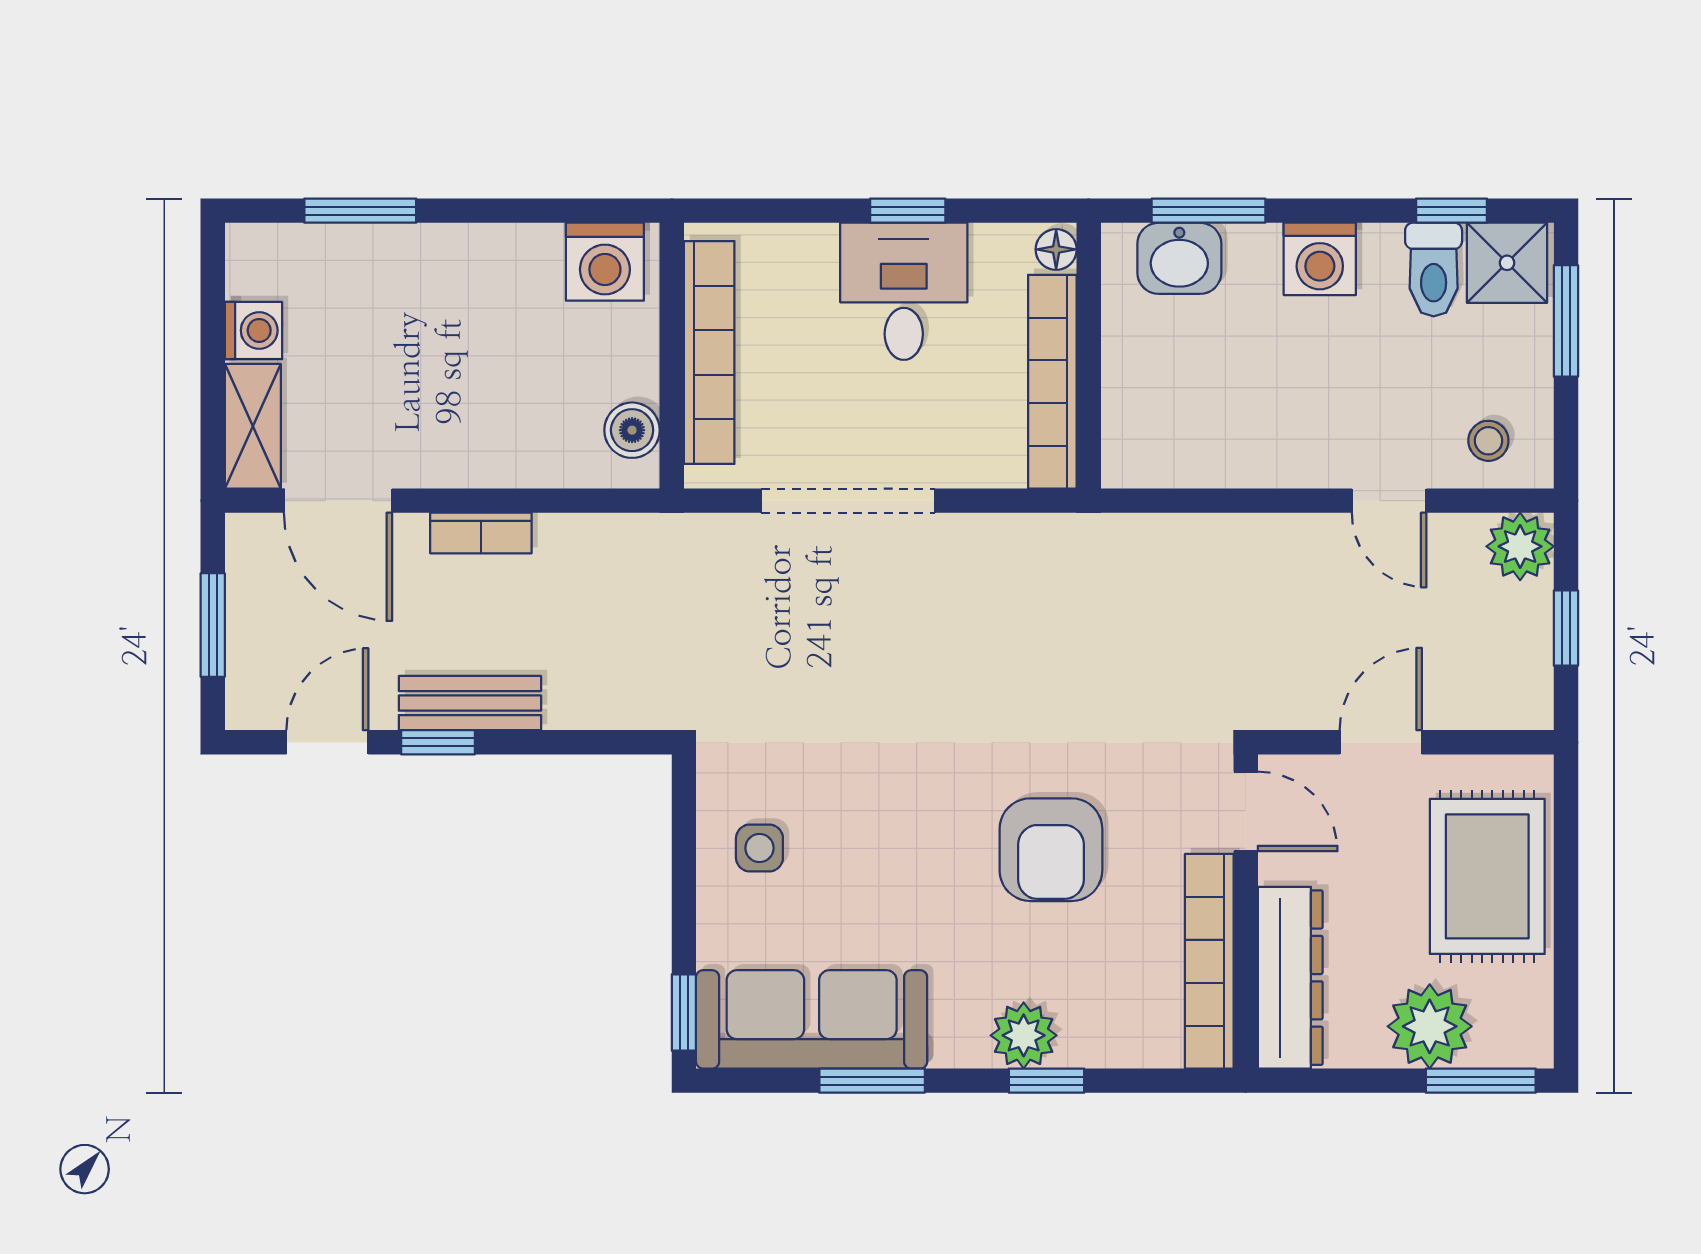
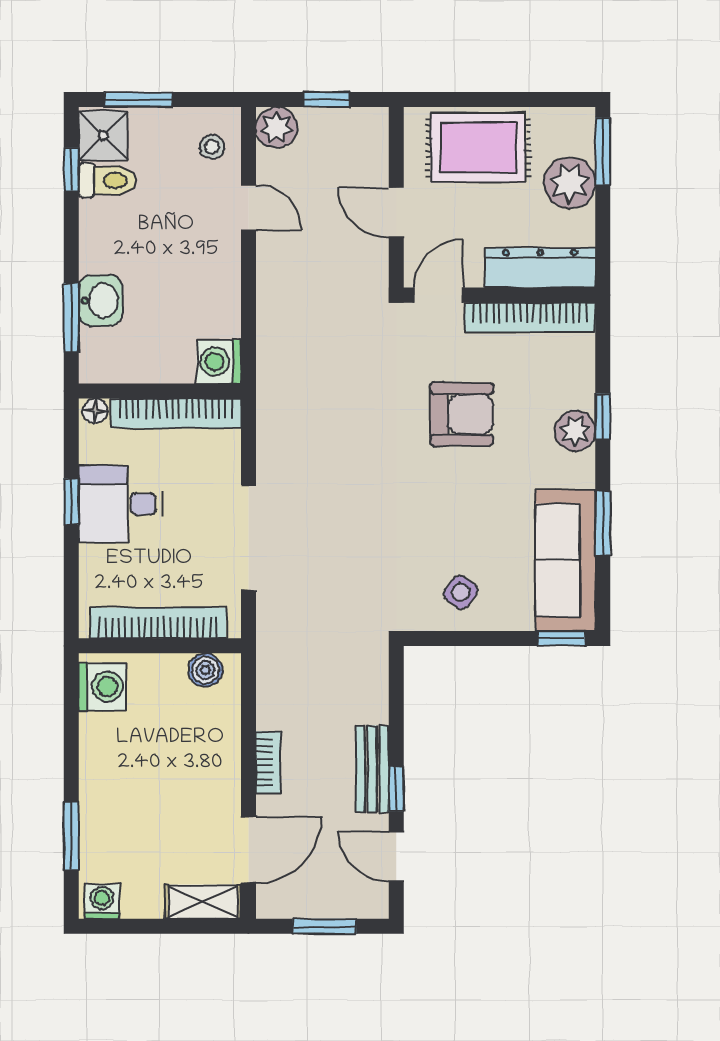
washbasin: (1179, 258) -> (100, 301), moved
washing machine: (1320, 259) -> (219, 362), moved, turned 180
washing machine: (253, 330) -> (102, 901), moved
door: (1389, 501) -> (248, 208), hinge flipped
side table: (759, 848) -> (461, 592), turned 35

